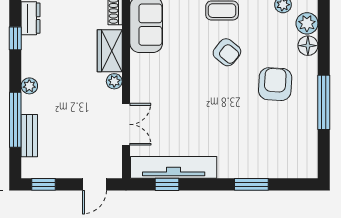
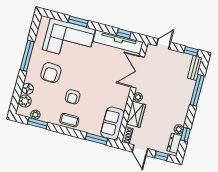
armchair: (227, 52) -> (73, 97), turned -129
plant: (29, 86) -> (179, 129), moved
double door: (126, 124) -> (138, 72), width x1.37
bench: (29, 136) -> (195, 68), moved
corner sofa: (259, 149) -> (69, 40), added

